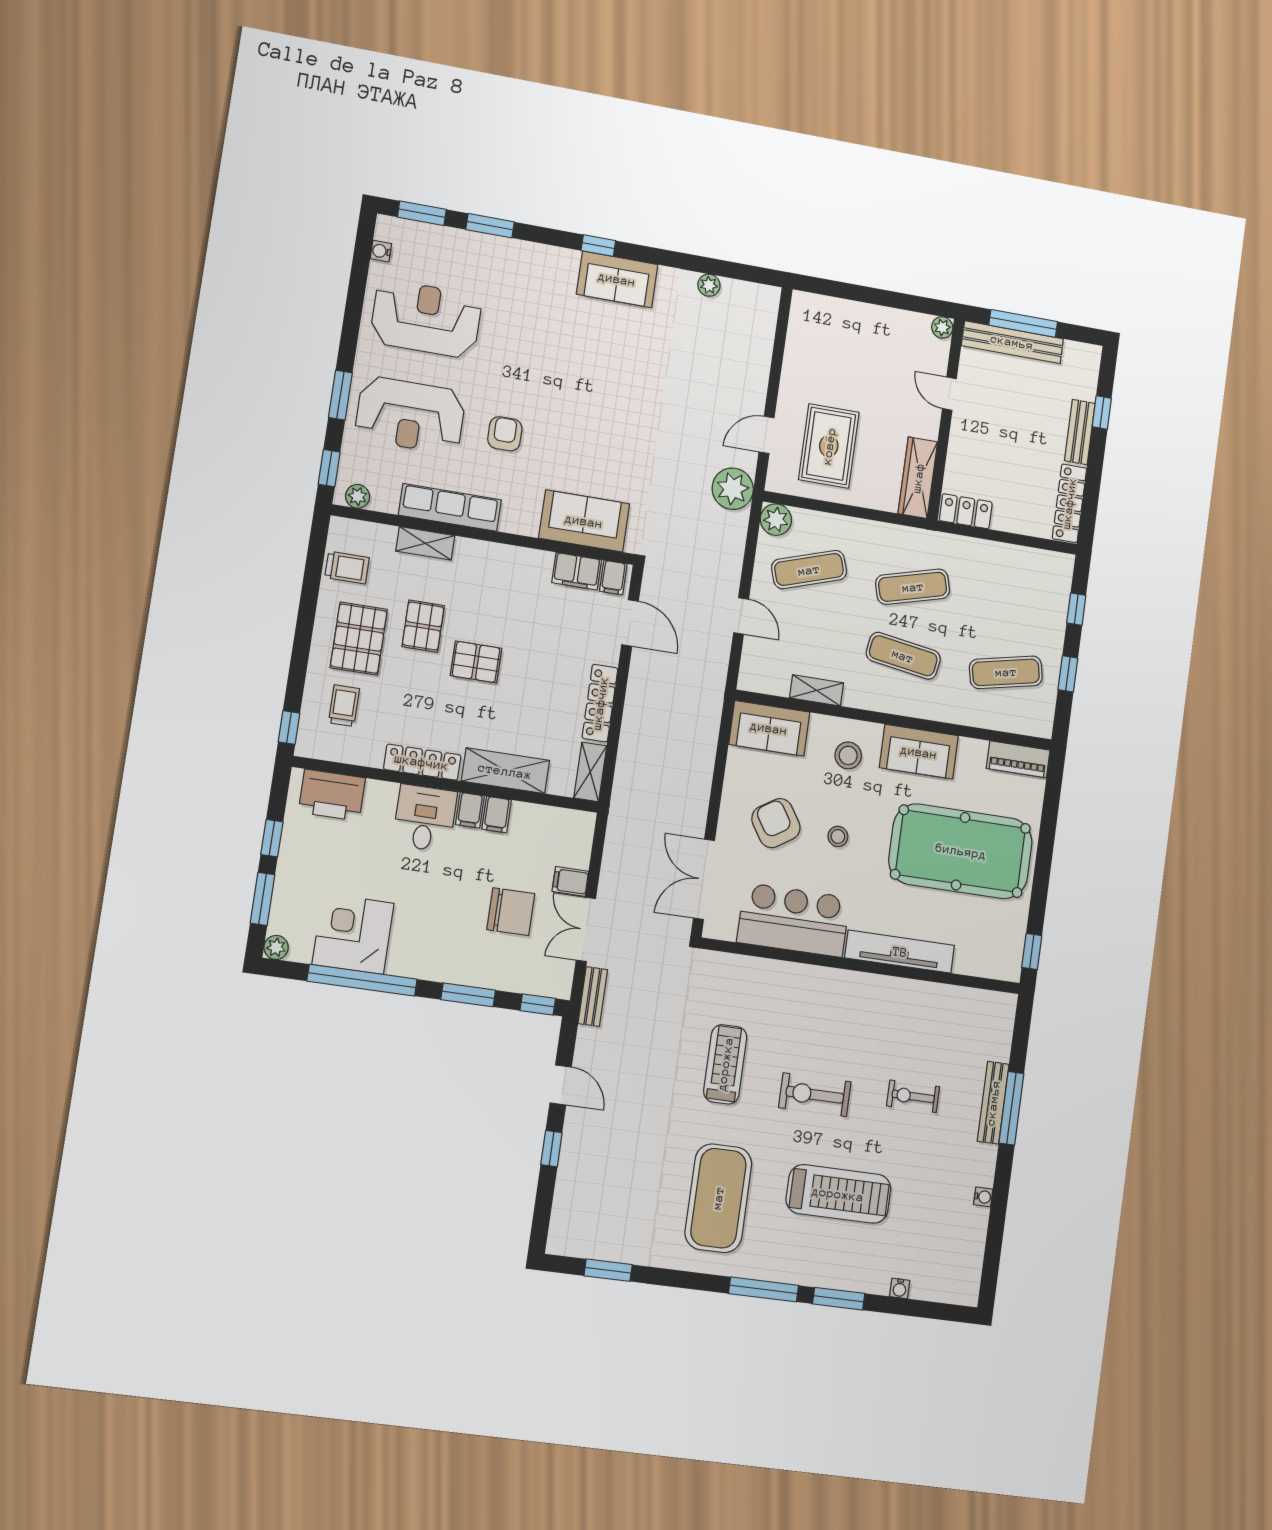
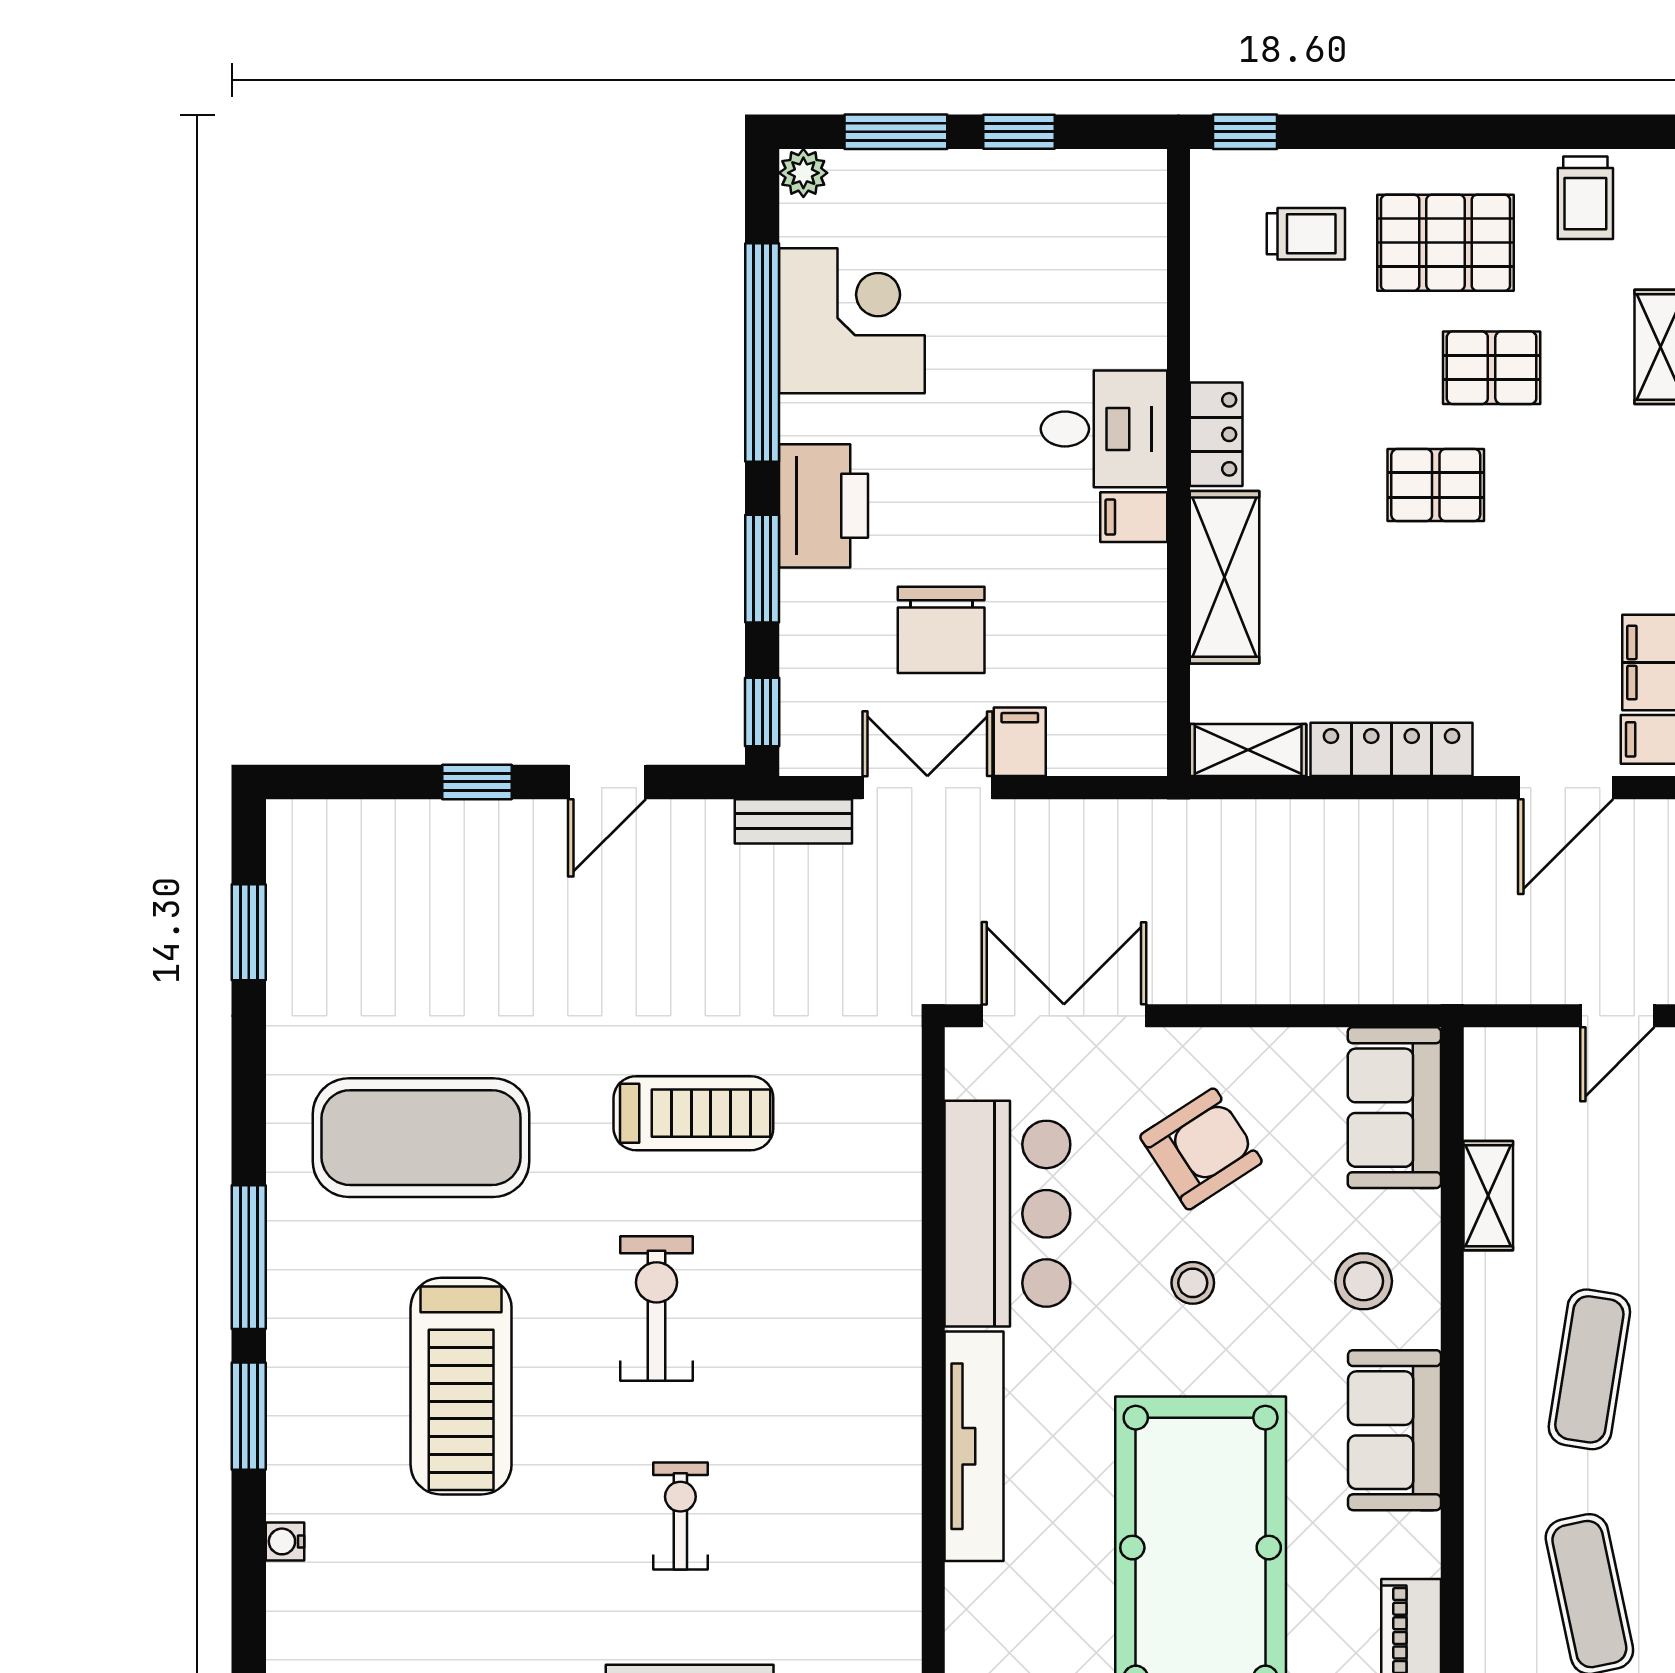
pallet: (476, 662) -> (1436, 485), turned 90
locker: (422, 762) -> (1216, 434), width x0.66
printer: (332, 795) -> (824, 506), moved, turned 180
filing cabinet: (497, 815) -> (1133, 572), removed

